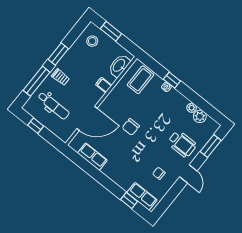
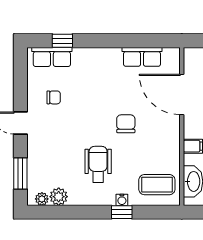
coffee table: (140, 80) -> (157, 185), turned 90
plant: (192, 108) -> (42, 199), moved
door: (87, 118) -> (182, 94), hinge flipped
wheelchair: (182, 144) -> (98, 164), moved, turned 90

